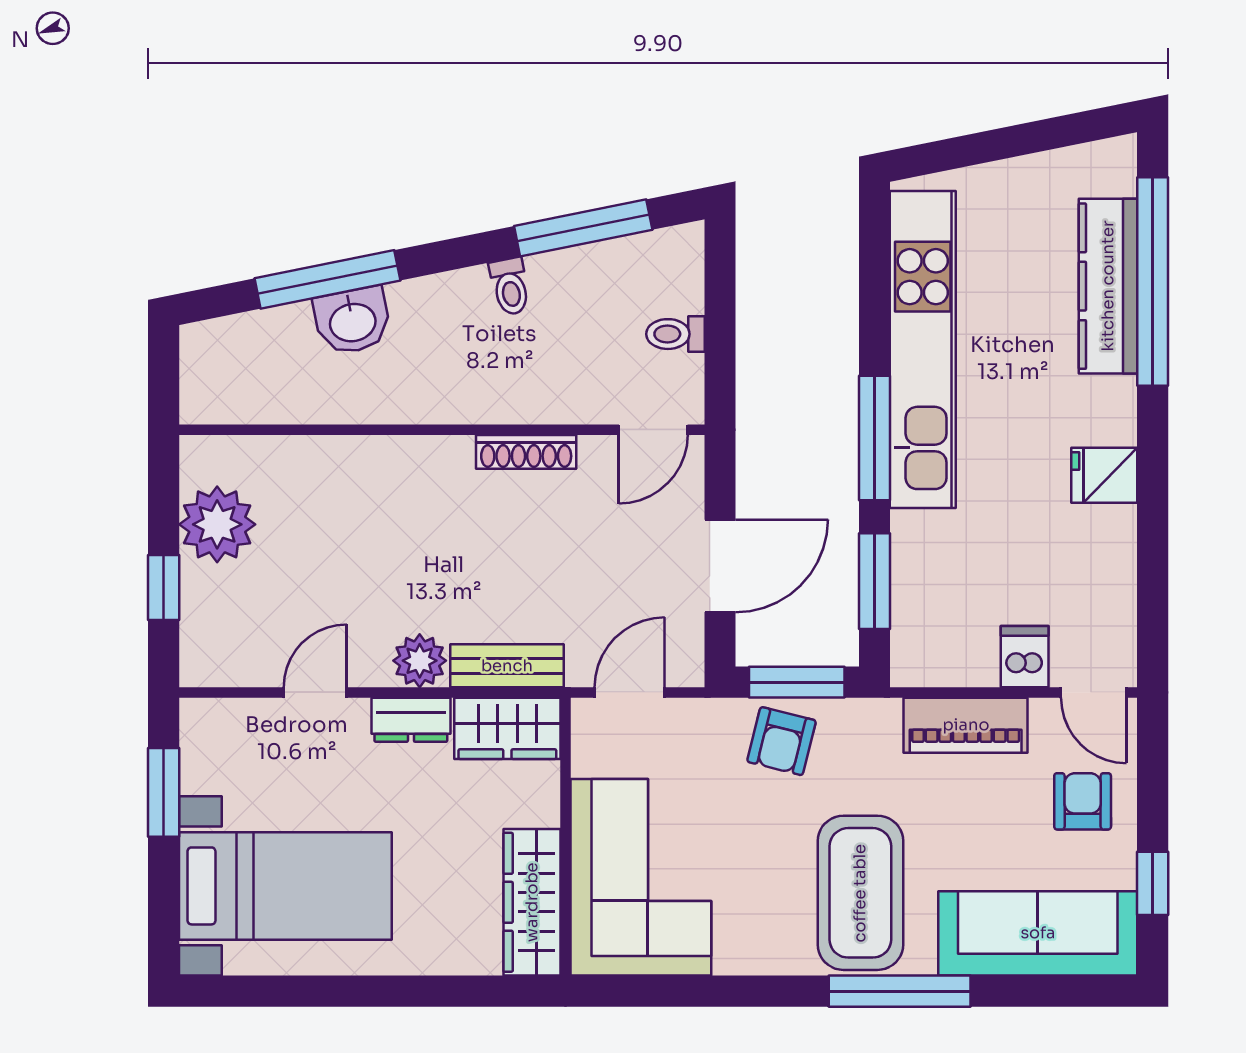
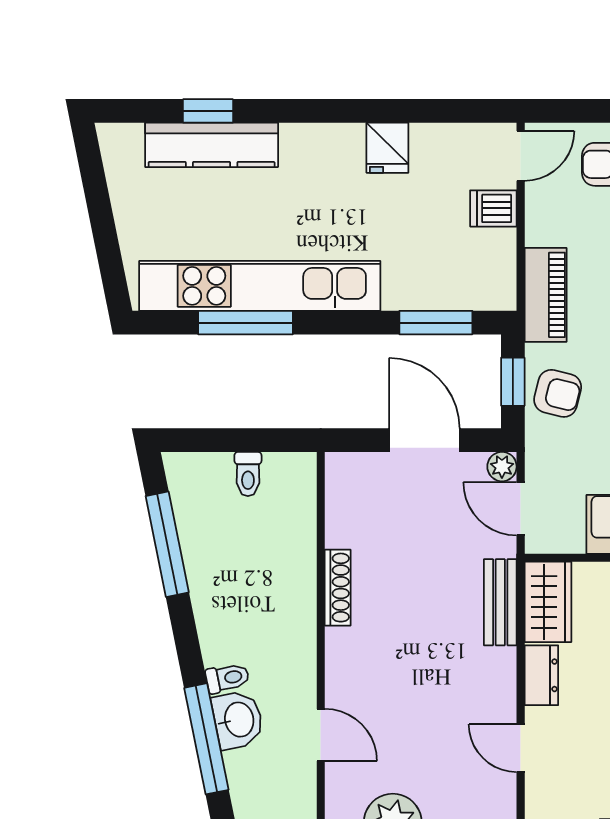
window: (1153, 281) -> (208, 111), width x0.32
toilet: (510, 286) -> (227, 678), moved
door: (653, 430) -> (321, 735), moved
window: (875, 438) -> (245, 323), moved
fridge: (1104, 475) -> (387, 148), moved
plant: (420, 661) -> (502, 467), moved, width x0.73, depth x0.73
window: (797, 682) -> (513, 382), width x0.67
piano: (966, 725) -> (546, 295), moved

